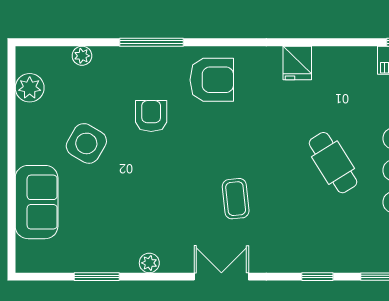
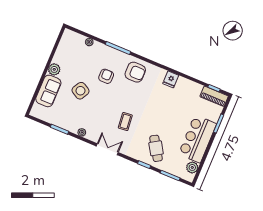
plant: (30, 88) -> (54, 69), moved
side table: (86, 143) -> (81, 91), moved
cafe table: (333, 163) -> (156, 148), moved

